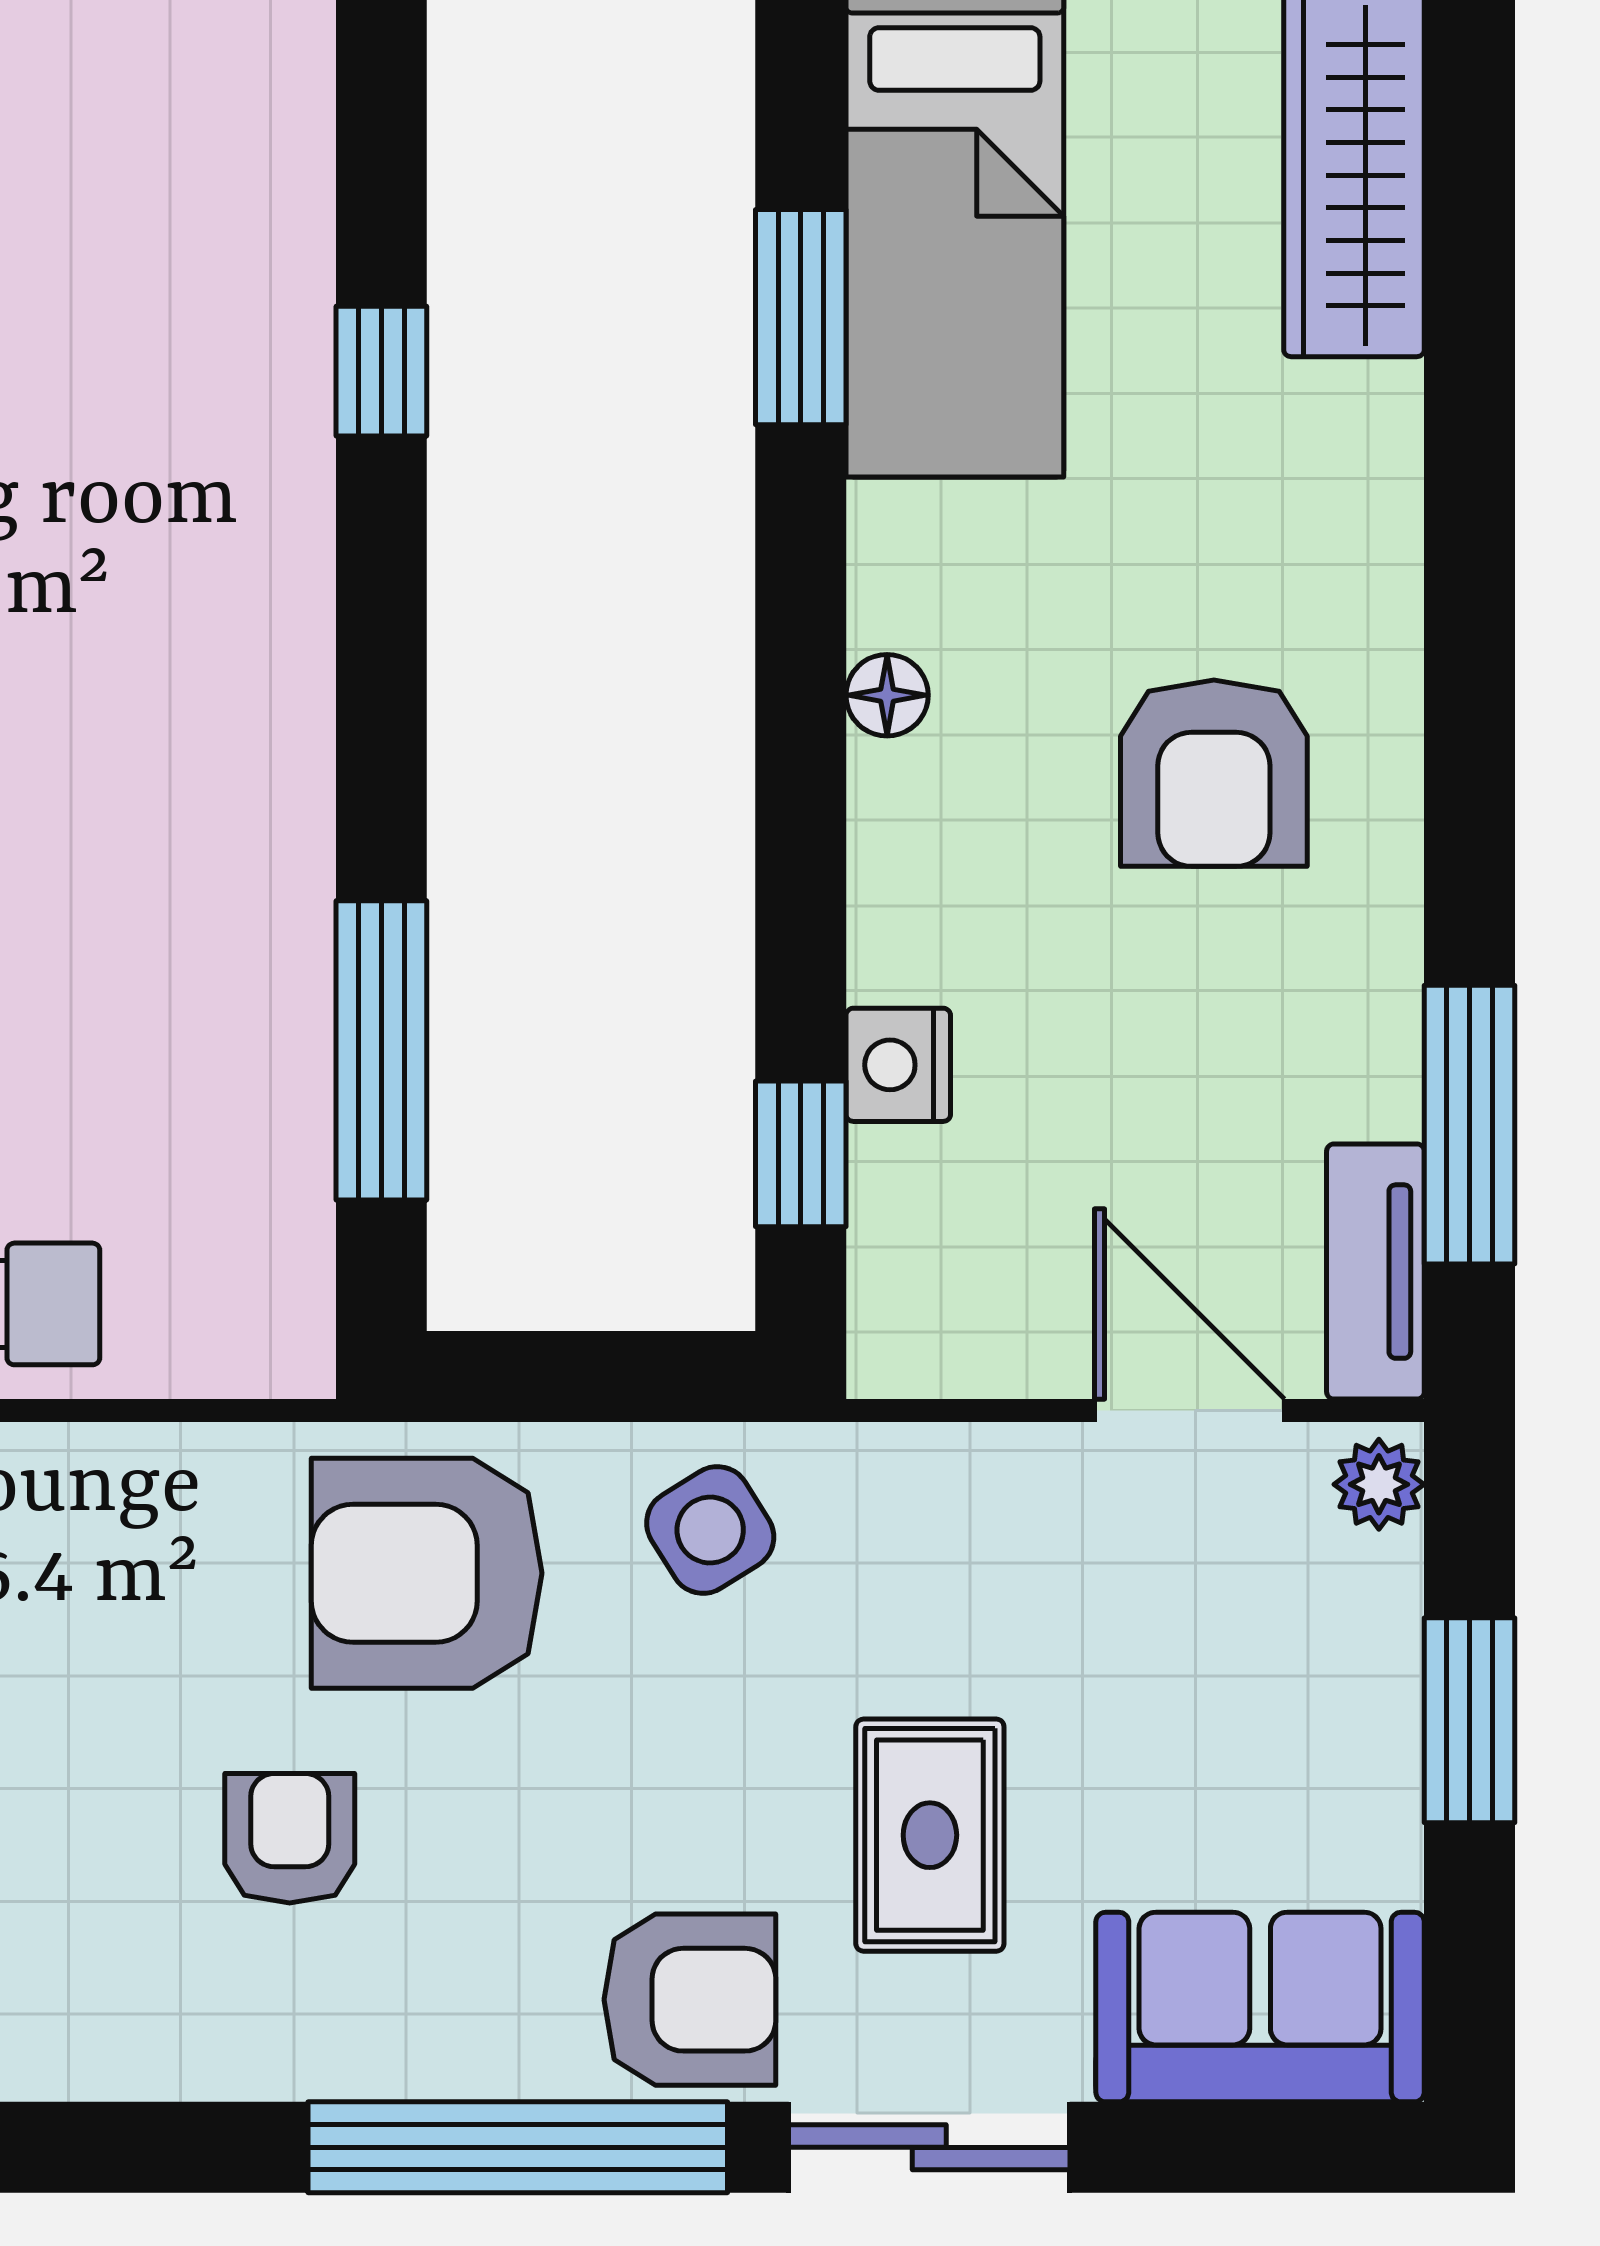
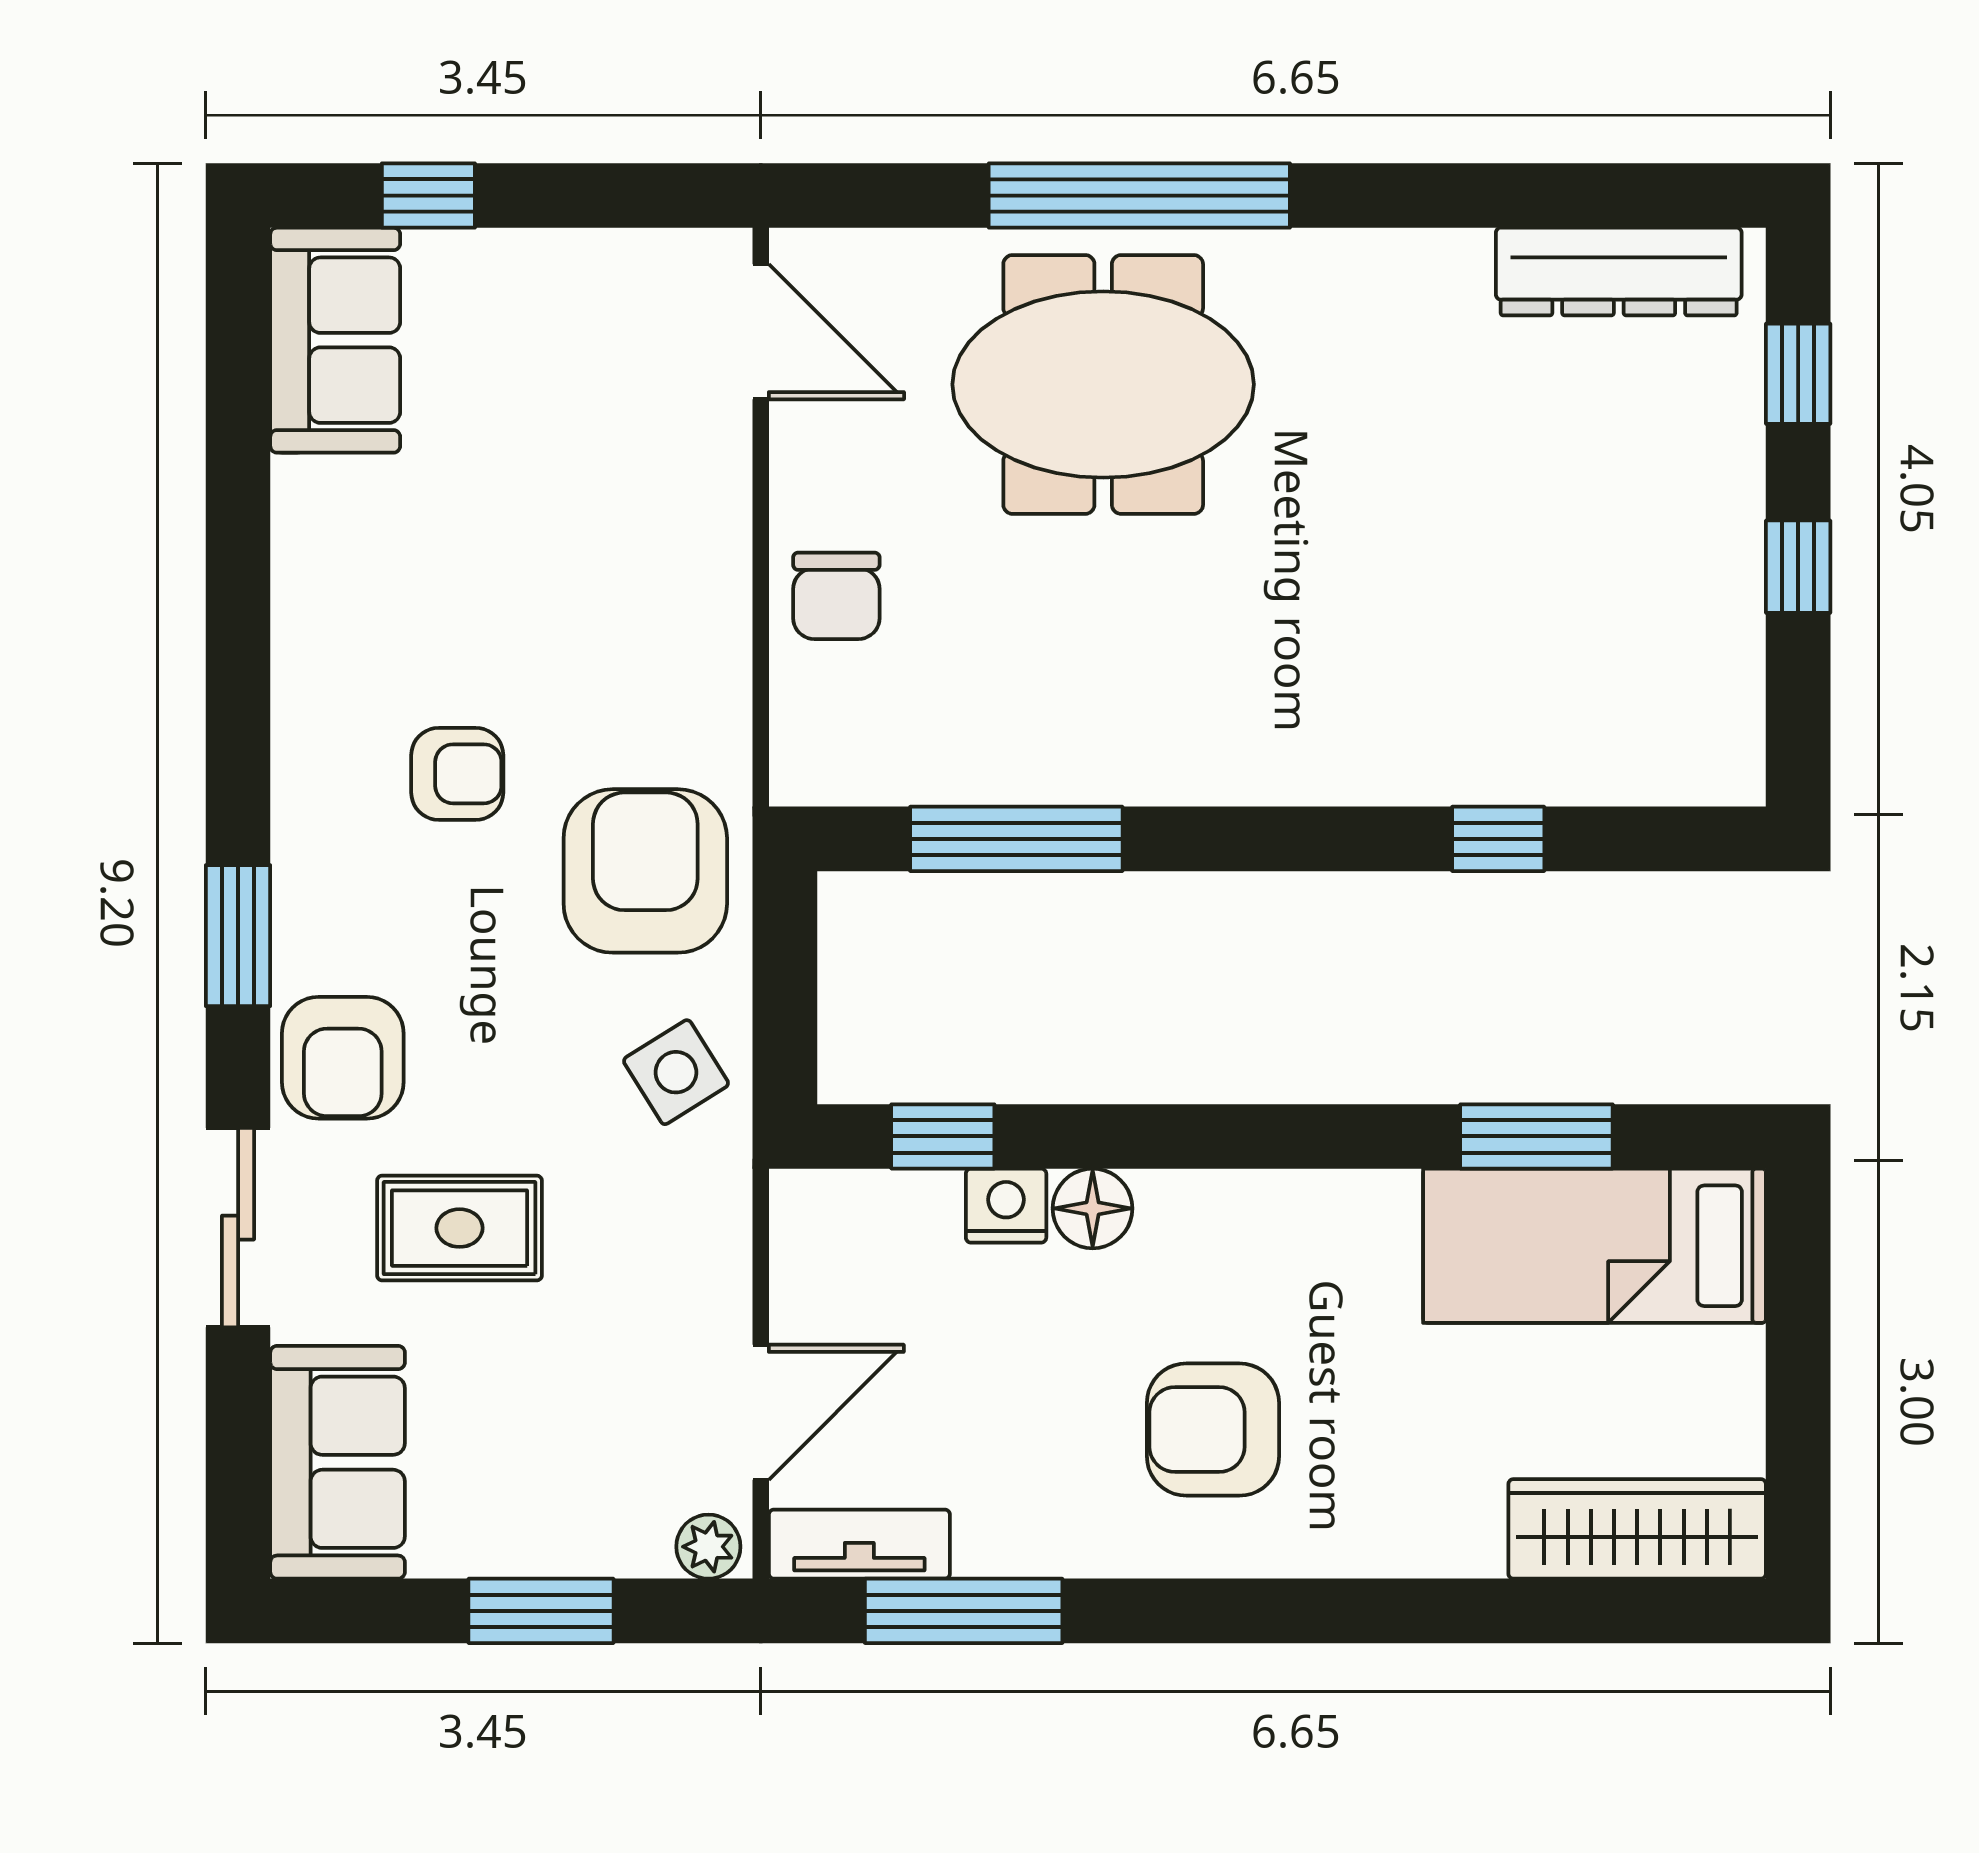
floor lamp: (887, 695) -> (1093, 1208), moved, width x1.37, depth x1.37
window: (518, 2147) -> (238, 936), width x0.47

